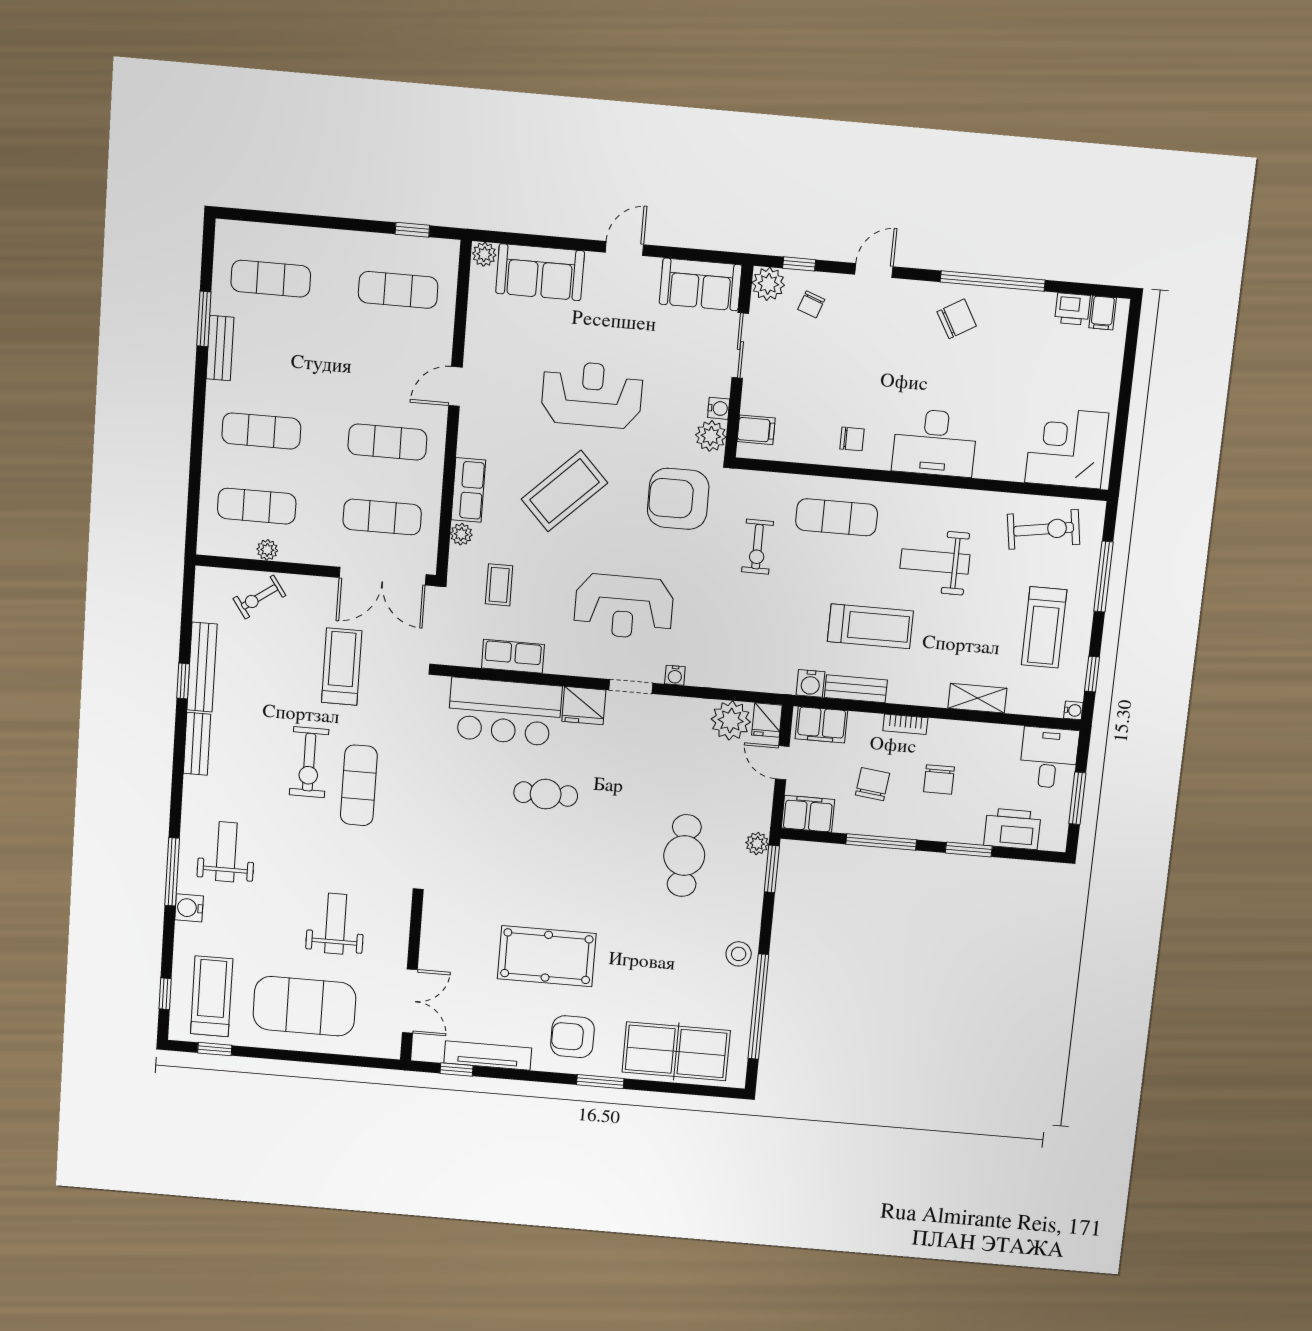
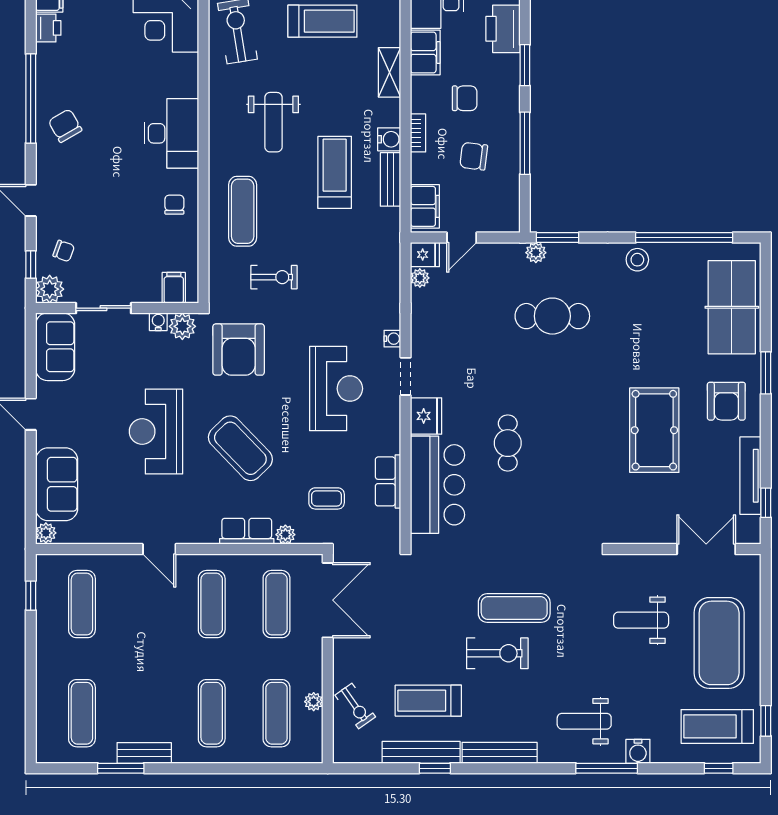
treadmill: (342, 667) -> (428, 701), moved
water cooler: (810, 683) -> (389, 139), moved
plant: (731, 720) -> (420, 278), width x0.53, depth x0.53
bench: (197, 744) -> (500, 753), width x1.36
filing cabinet: (808, 814) -> (425, 52), moved, turned 180

